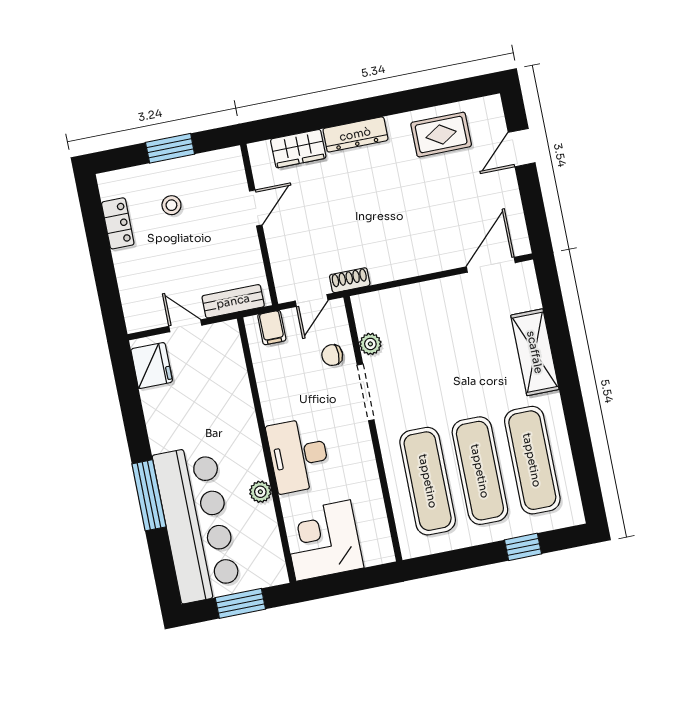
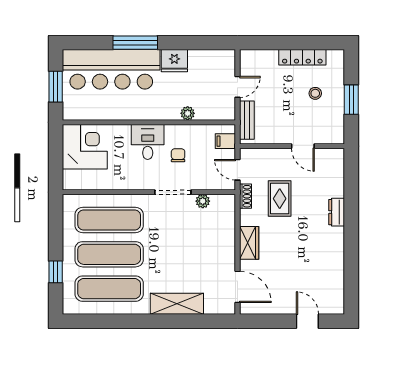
dresser: (355, 134) -> (337, 212), width x0.70
rug: (441, 135) -> (280, 199), moved
wardrobe: (298, 149) -> (249, 243), moved, turned 180
locker: (118, 223) -> (302, 57), width x1.53
chair: (332, 355) -> (178, 155), moved
fridge: (152, 365) -> (174, 61), moved
desk: (299, 455) -> (148, 142), width x0.73
plant: (260, 492) -> (188, 113), moved

